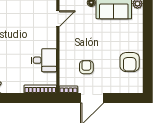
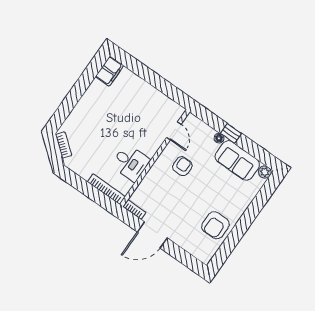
door: (58, 19) -> (174, 131), hinge flipped
armchair: (86, 67) -> (182, 166), moved

